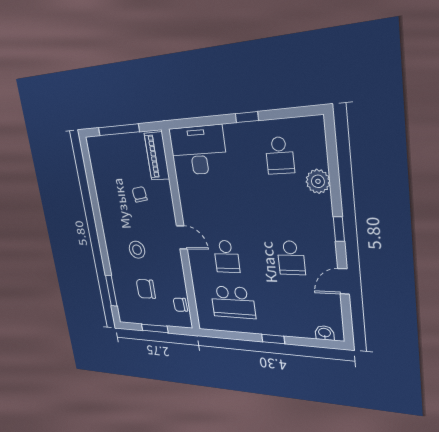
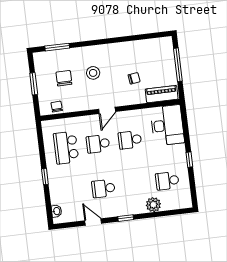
school desk: (220, 209) -> (130, 140), added

